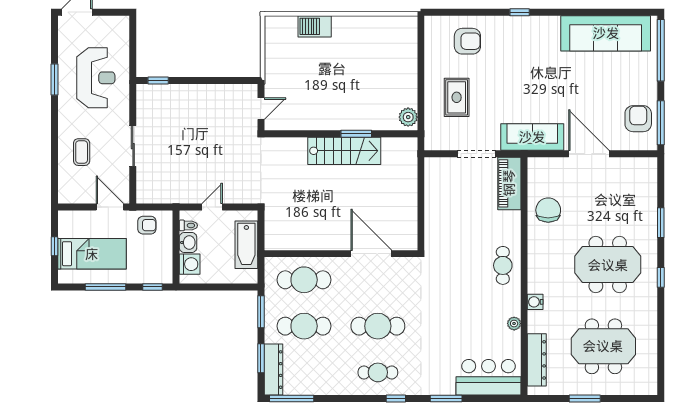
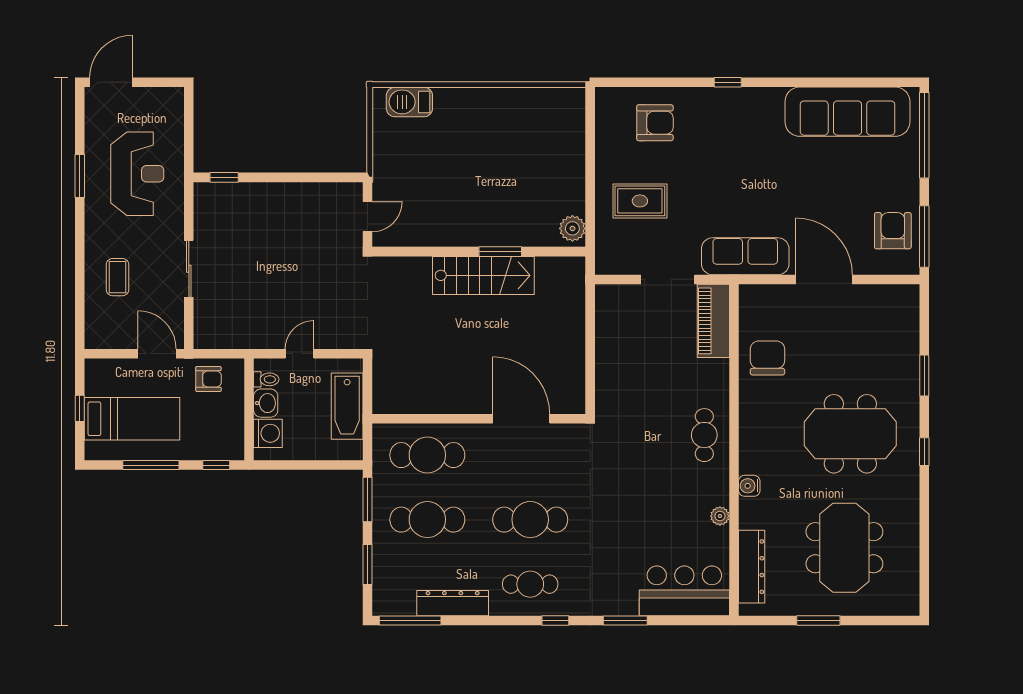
barbecue: (315, 26) -> (409, 102), moved
rug: (457, 97) -> (640, 201), turned 90
meeting table: (603, 346) -> (844, 548), turned 90
dresser: (273, 370) -> (453, 603), moved, turned -90

